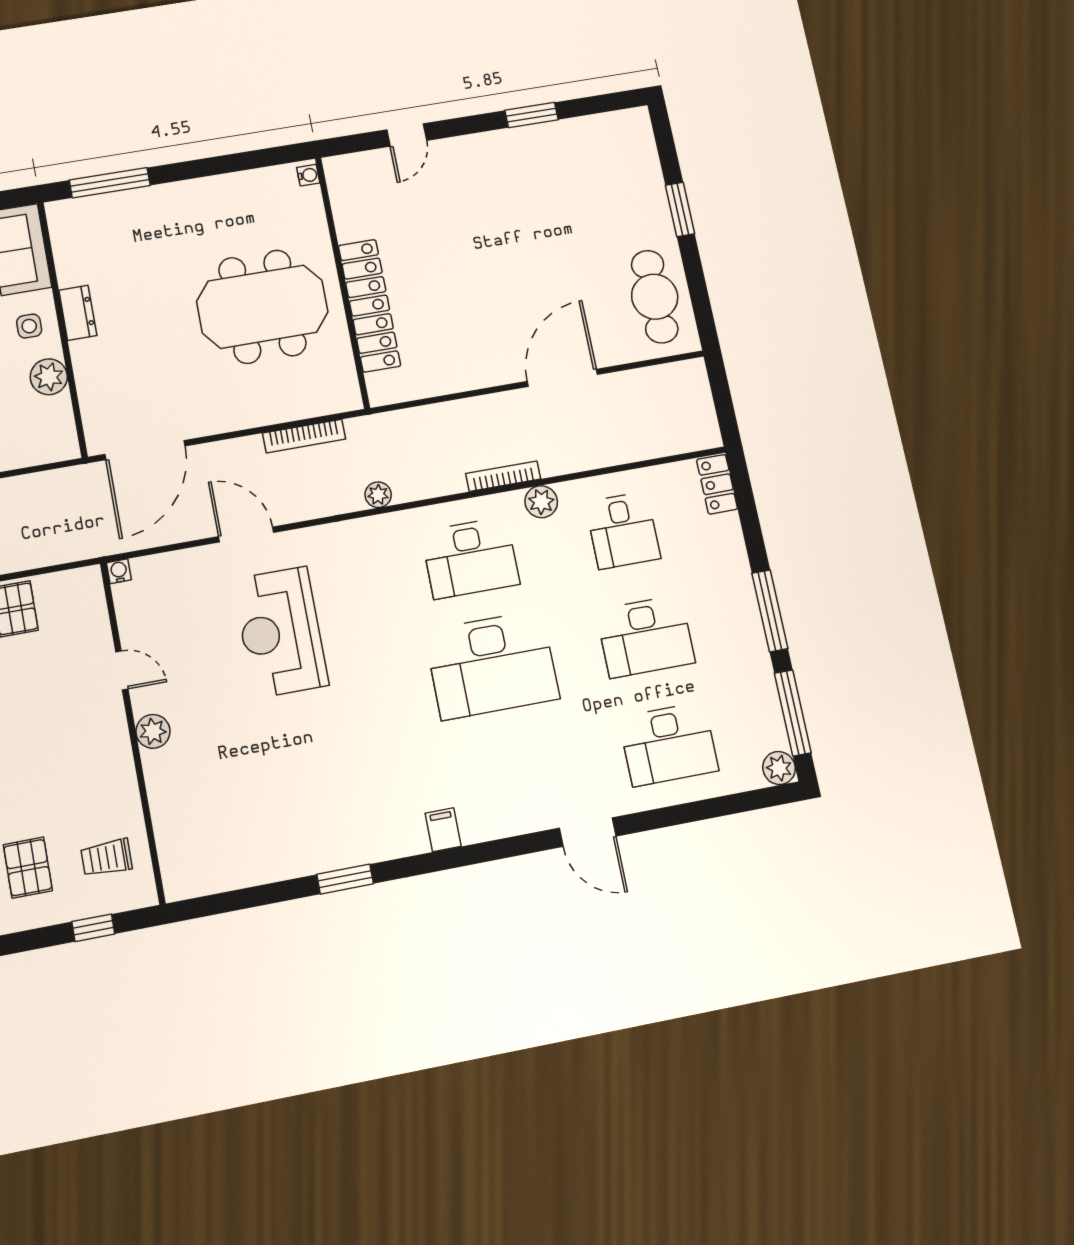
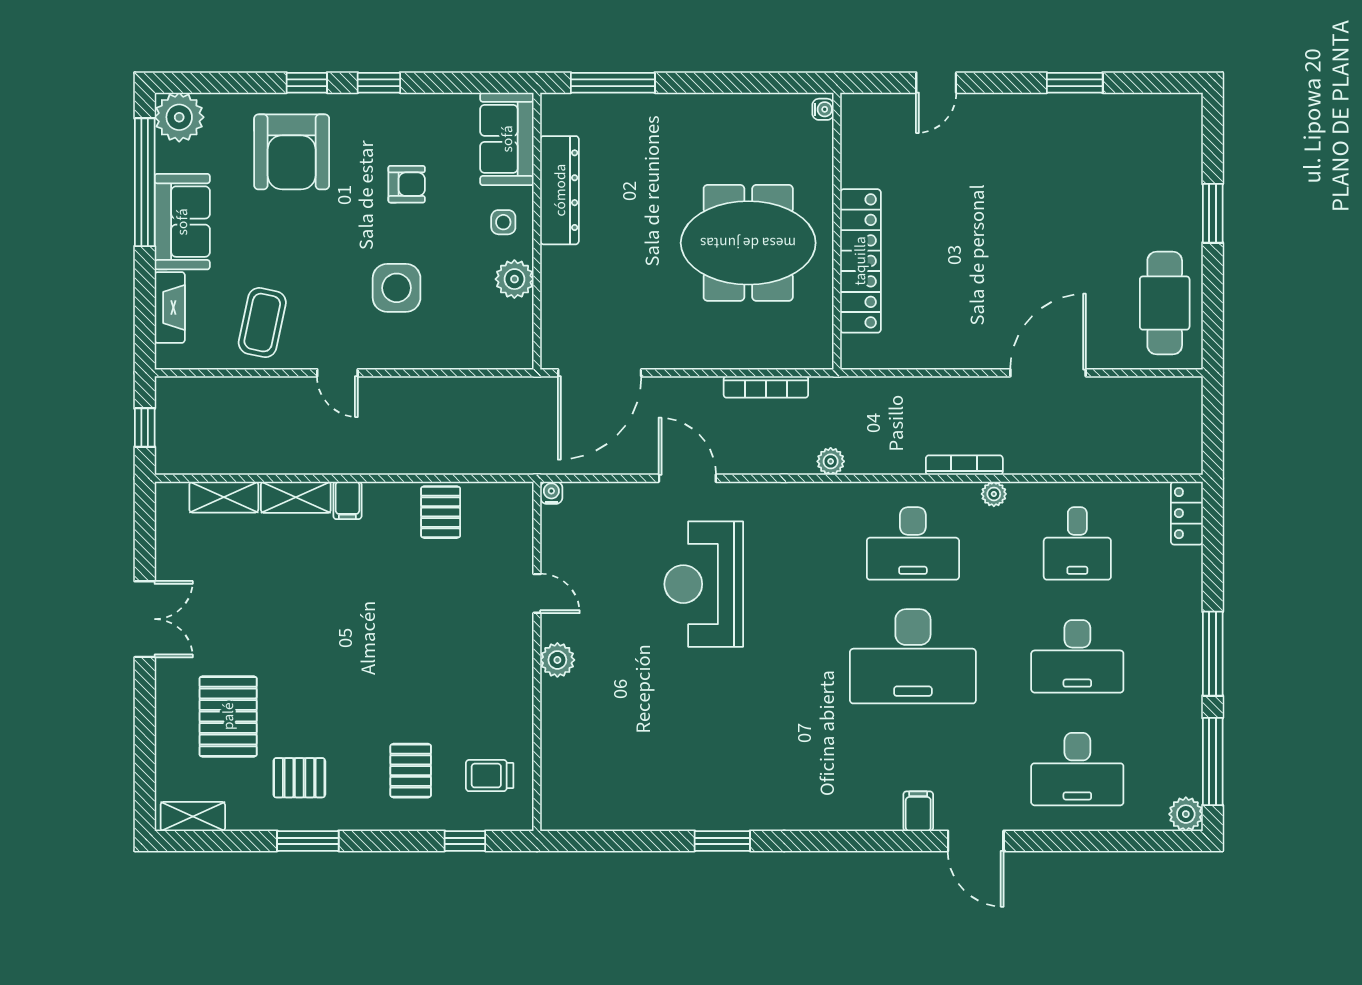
dresser: (78, 313) -> (560, 190), width x1.96, depth x1.24
plant: (541, 502) -> (994, 494), width x0.73, depth x0.73
filing cabinet: (443, 830) -> (918, 811), moved

